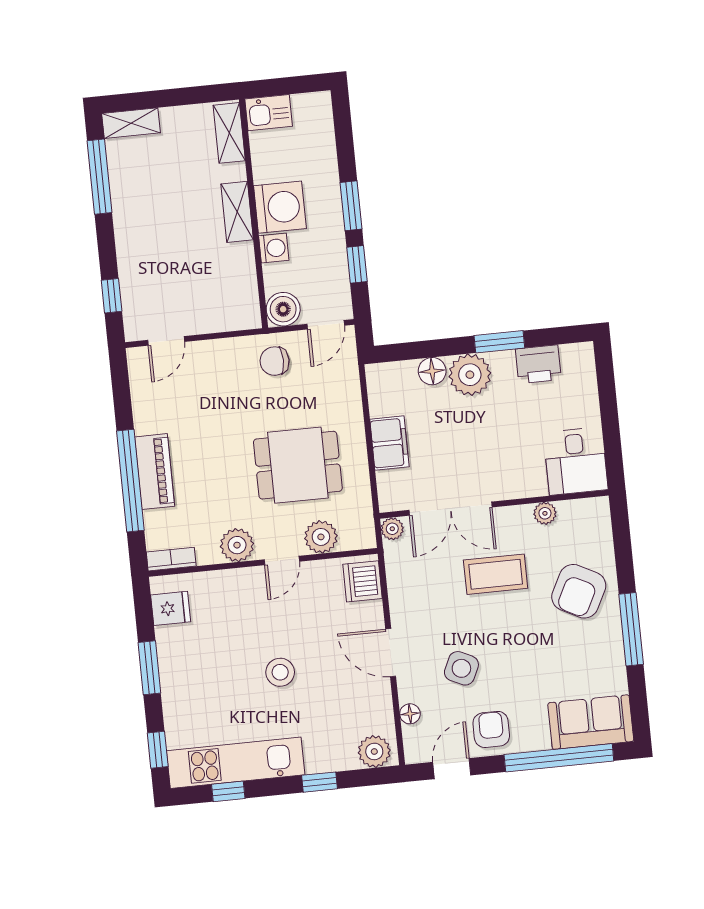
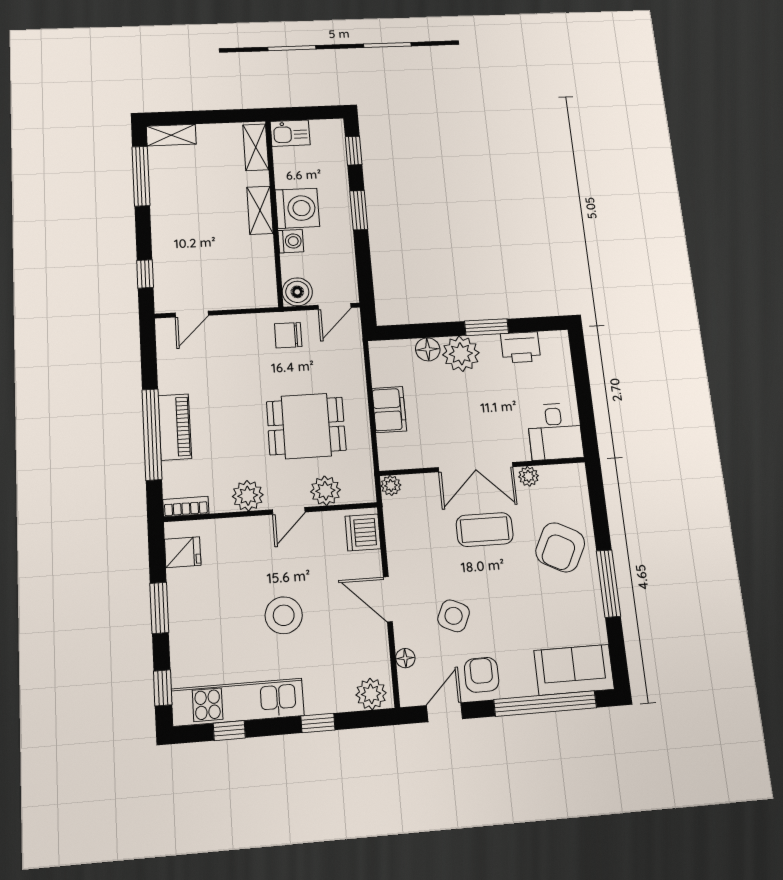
window: (357, 264) -> (354, 151), moved
double door: (451, 509) -> (476, 467), moved
stool: (280, 672) -> (284, 615), width x1.38, depth x1.38

